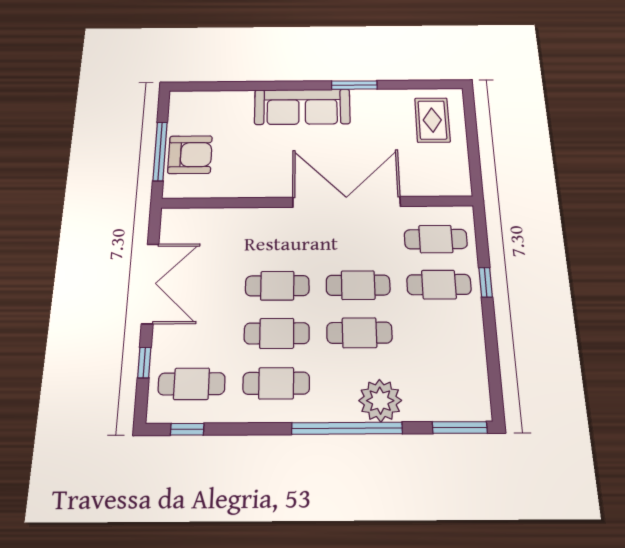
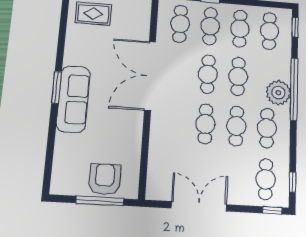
window: (354, 85) -> (57, 87), moved
cafe table: (442, 332) -> (240, 29), added
window: (144, 363) -> (272, 210), moved
cafe table: (446, 382) -> (269, 31), added
plant: (380, 401) -> (278, 93), moved
window: (460, 428) -> (295, 27), width x0.67

